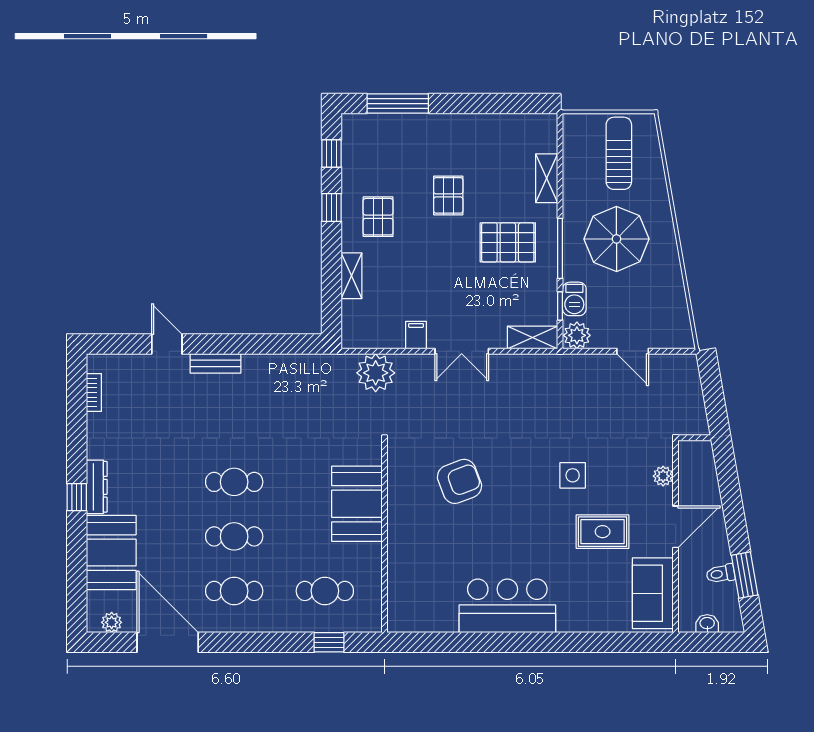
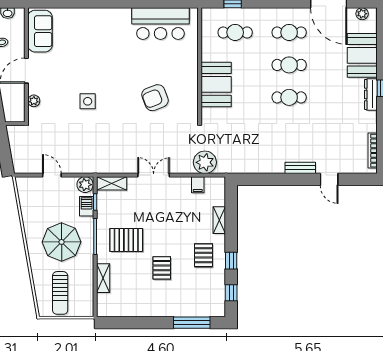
filing cabinet: (416, 335) -> (198, 185), moved
bookcase: (94, 392) -> (373, 151), width x1.56
rug: (603, 532) -> (70, 68), removed
bar counter: (507, 606) -> (160, 24), moved

